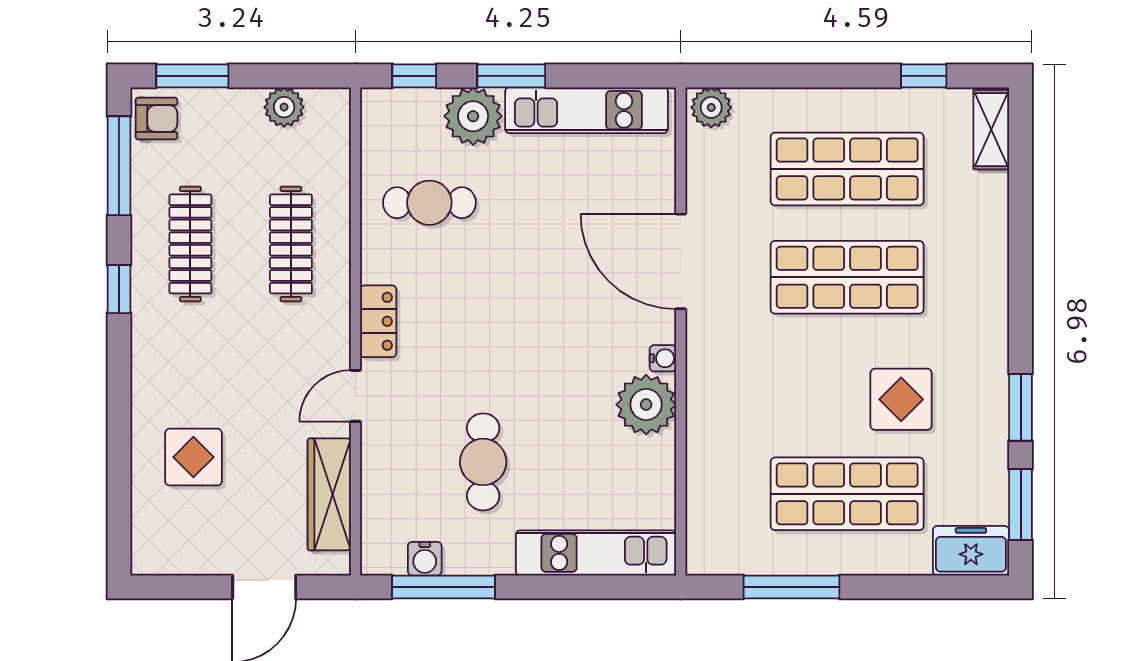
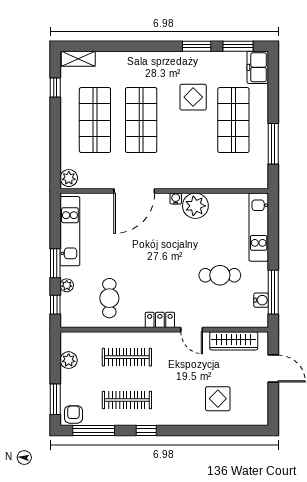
plant: (473, 116) -> (67, 285), width x0.53, depth x0.53

